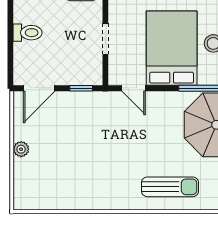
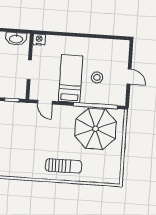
bed: (172, 48) -> (71, 79), width x0.67

